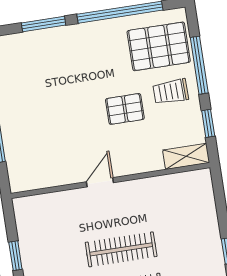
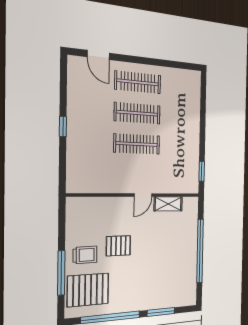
window: (208, 123) -> (62, 227), removed
shelving: (186, 156) -> (168, 204), moved
window: (15, 256) -> (202, 171), moved

